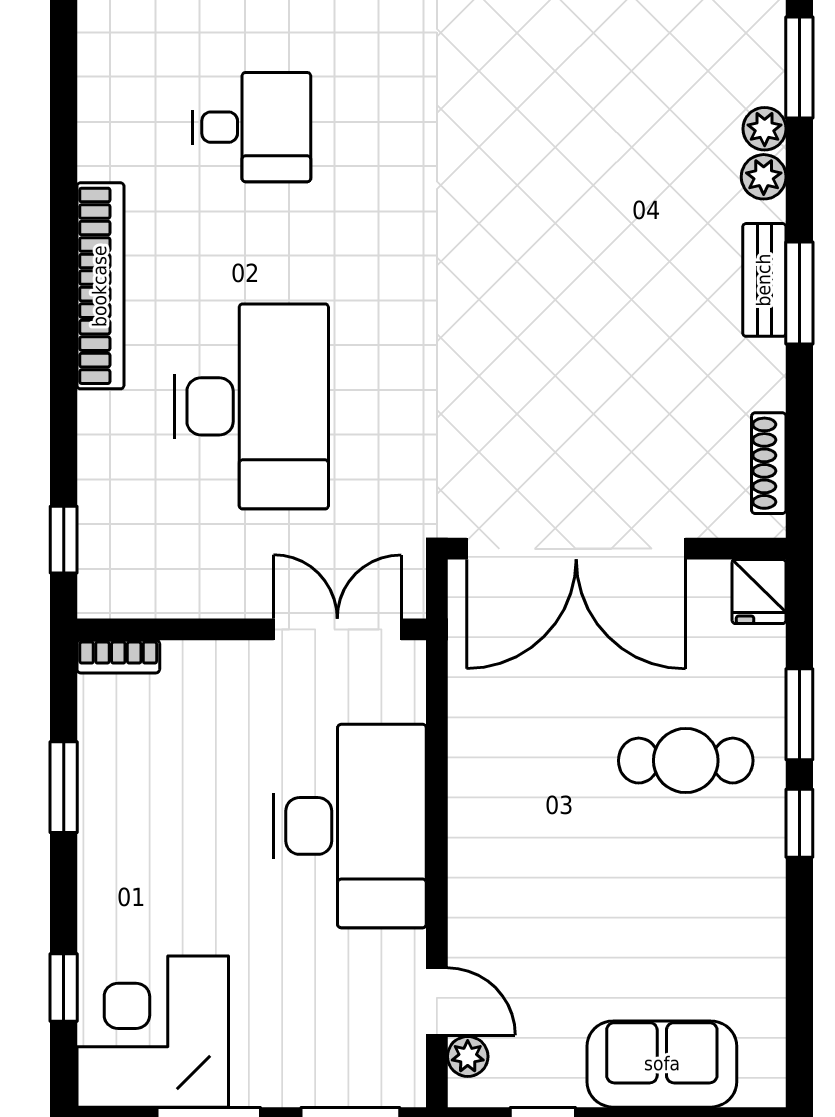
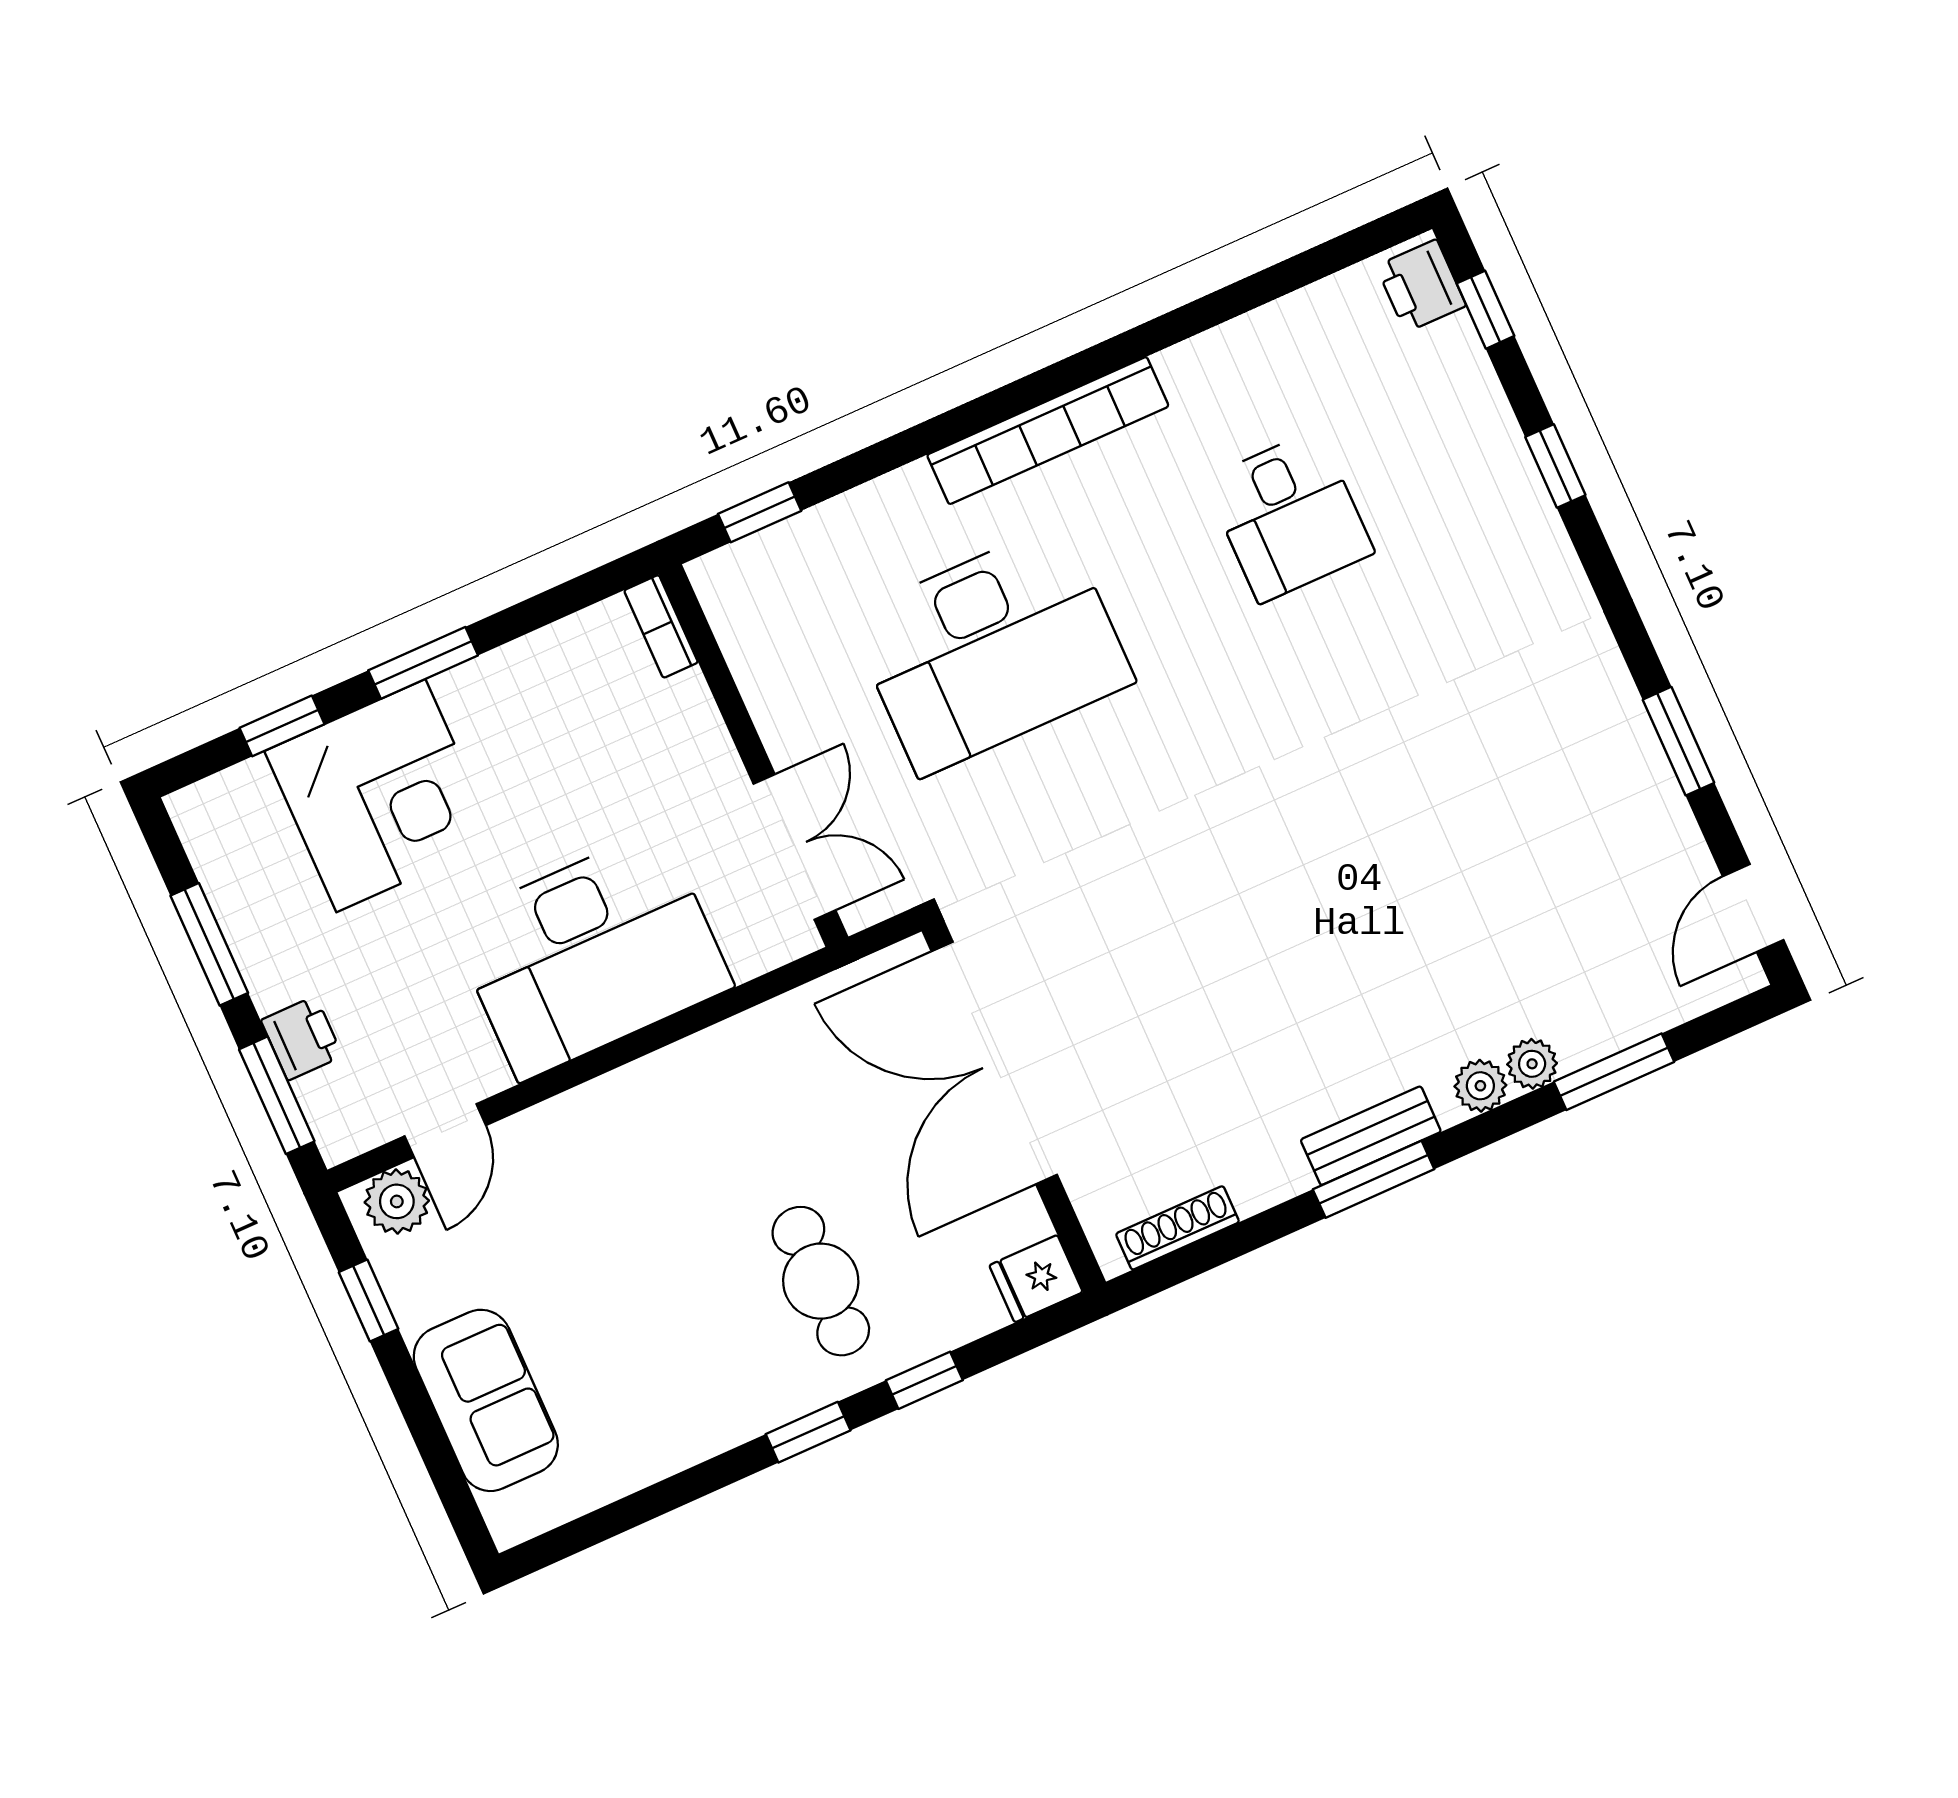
window: (799, 714) -> (924, 1380), width x0.67
window: (64, 787) -> (423, 663), moved
corner desk: (153, 1032) -> (381, 796), moved, turned 90
plant: (468, 1056) -> (397, 1201), width x1.38, depth x1.38
printer: (314, 1081) -> (302, 1038), added

